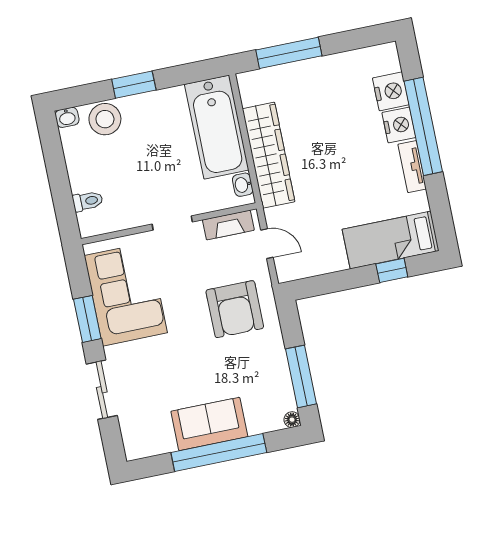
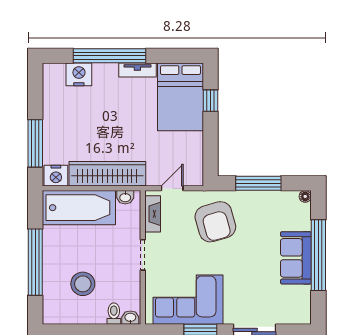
window: (134, 85) -> (35, 262), width x2.11
washbasin: (67, 117) -> (130, 318), moved, turned -90
stool: (105, 119) -> (83, 284), moved
nightstand: (399, 125) -> (56, 176), moved, turned 180
bed: (391, 240) -> (180, 97), width x1.50
armchair: (235, 309) -> (215, 222), turned 74
window: (301, 376) -> (258, 183), moved

